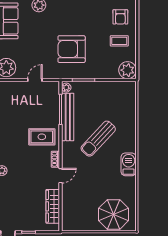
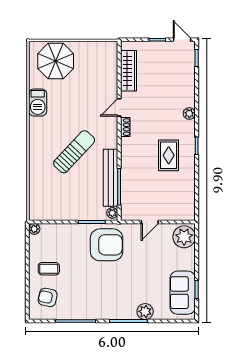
armchair: (120, 17) -> (48, 297), turned -78
armchair: (72, 49) -> (107, 245), moved
plant: (127, 70) -> (34, 229), width x0.53, depth x0.53
rug: (42, 137) -> (169, 155), moved, turned 90
barbecue: (129, 164) -> (38, 103), moved

